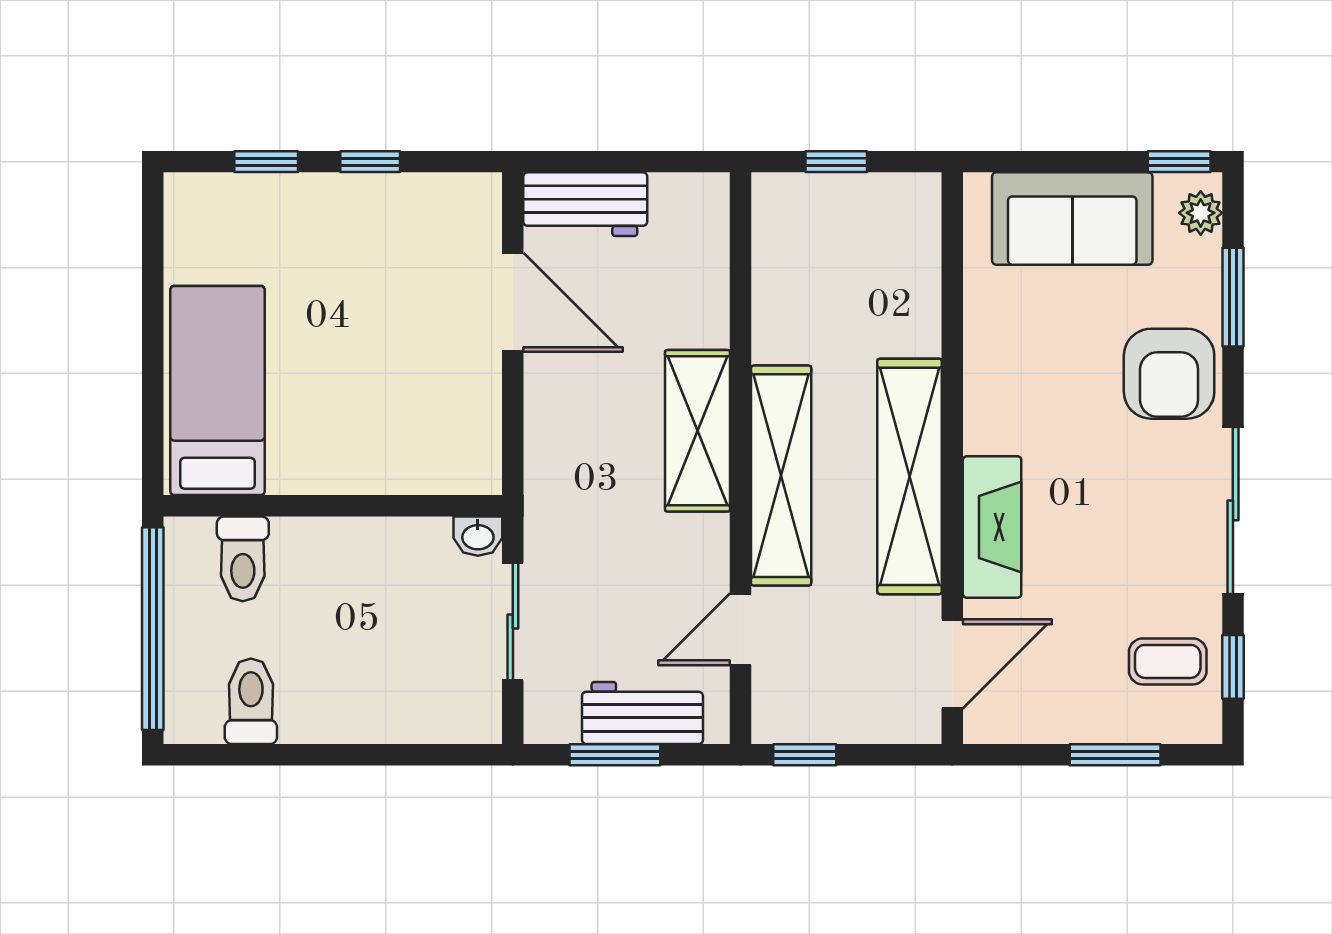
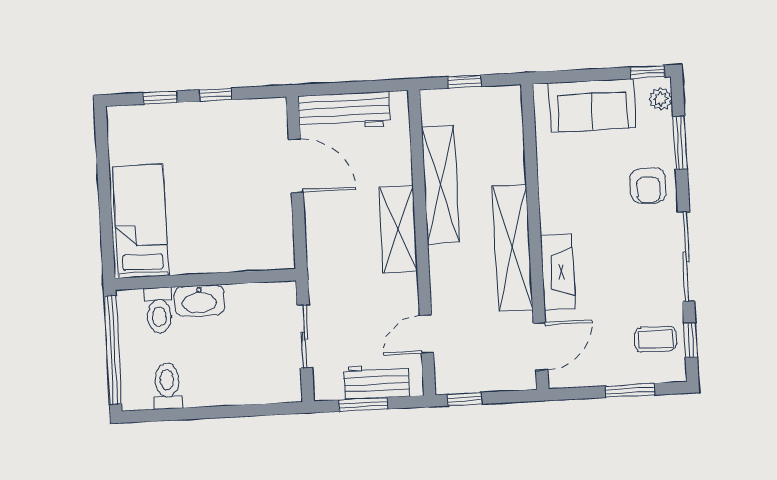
workbench: (585, 204) -> (344, 111), width x1.37
armchair: (1169, 374) -> (648, 185), width x0.72, depth x0.72
shelving: (781, 476) -> (440, 185), moved
washbasin: (478, 536) -> (199, 301), moved, width x1.91, depth x1.45

